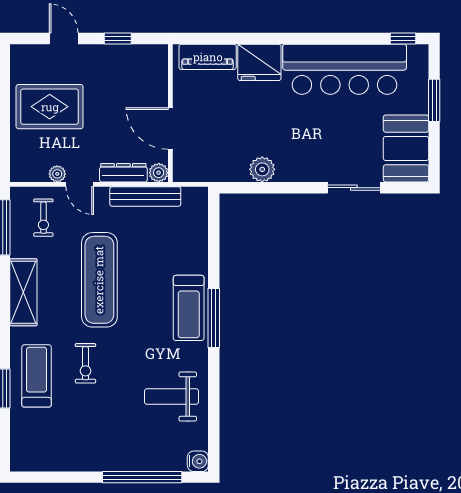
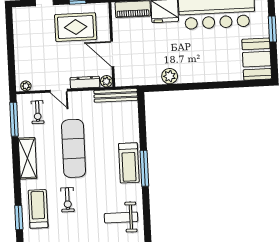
rug: (50, 107) -> (76, 27), moved
plant: (57, 174) -> (26, 86), moved
sliding door: (354, 188) -> (226, 85), removed
bench: (145, 197) -> (116, 95), moved

